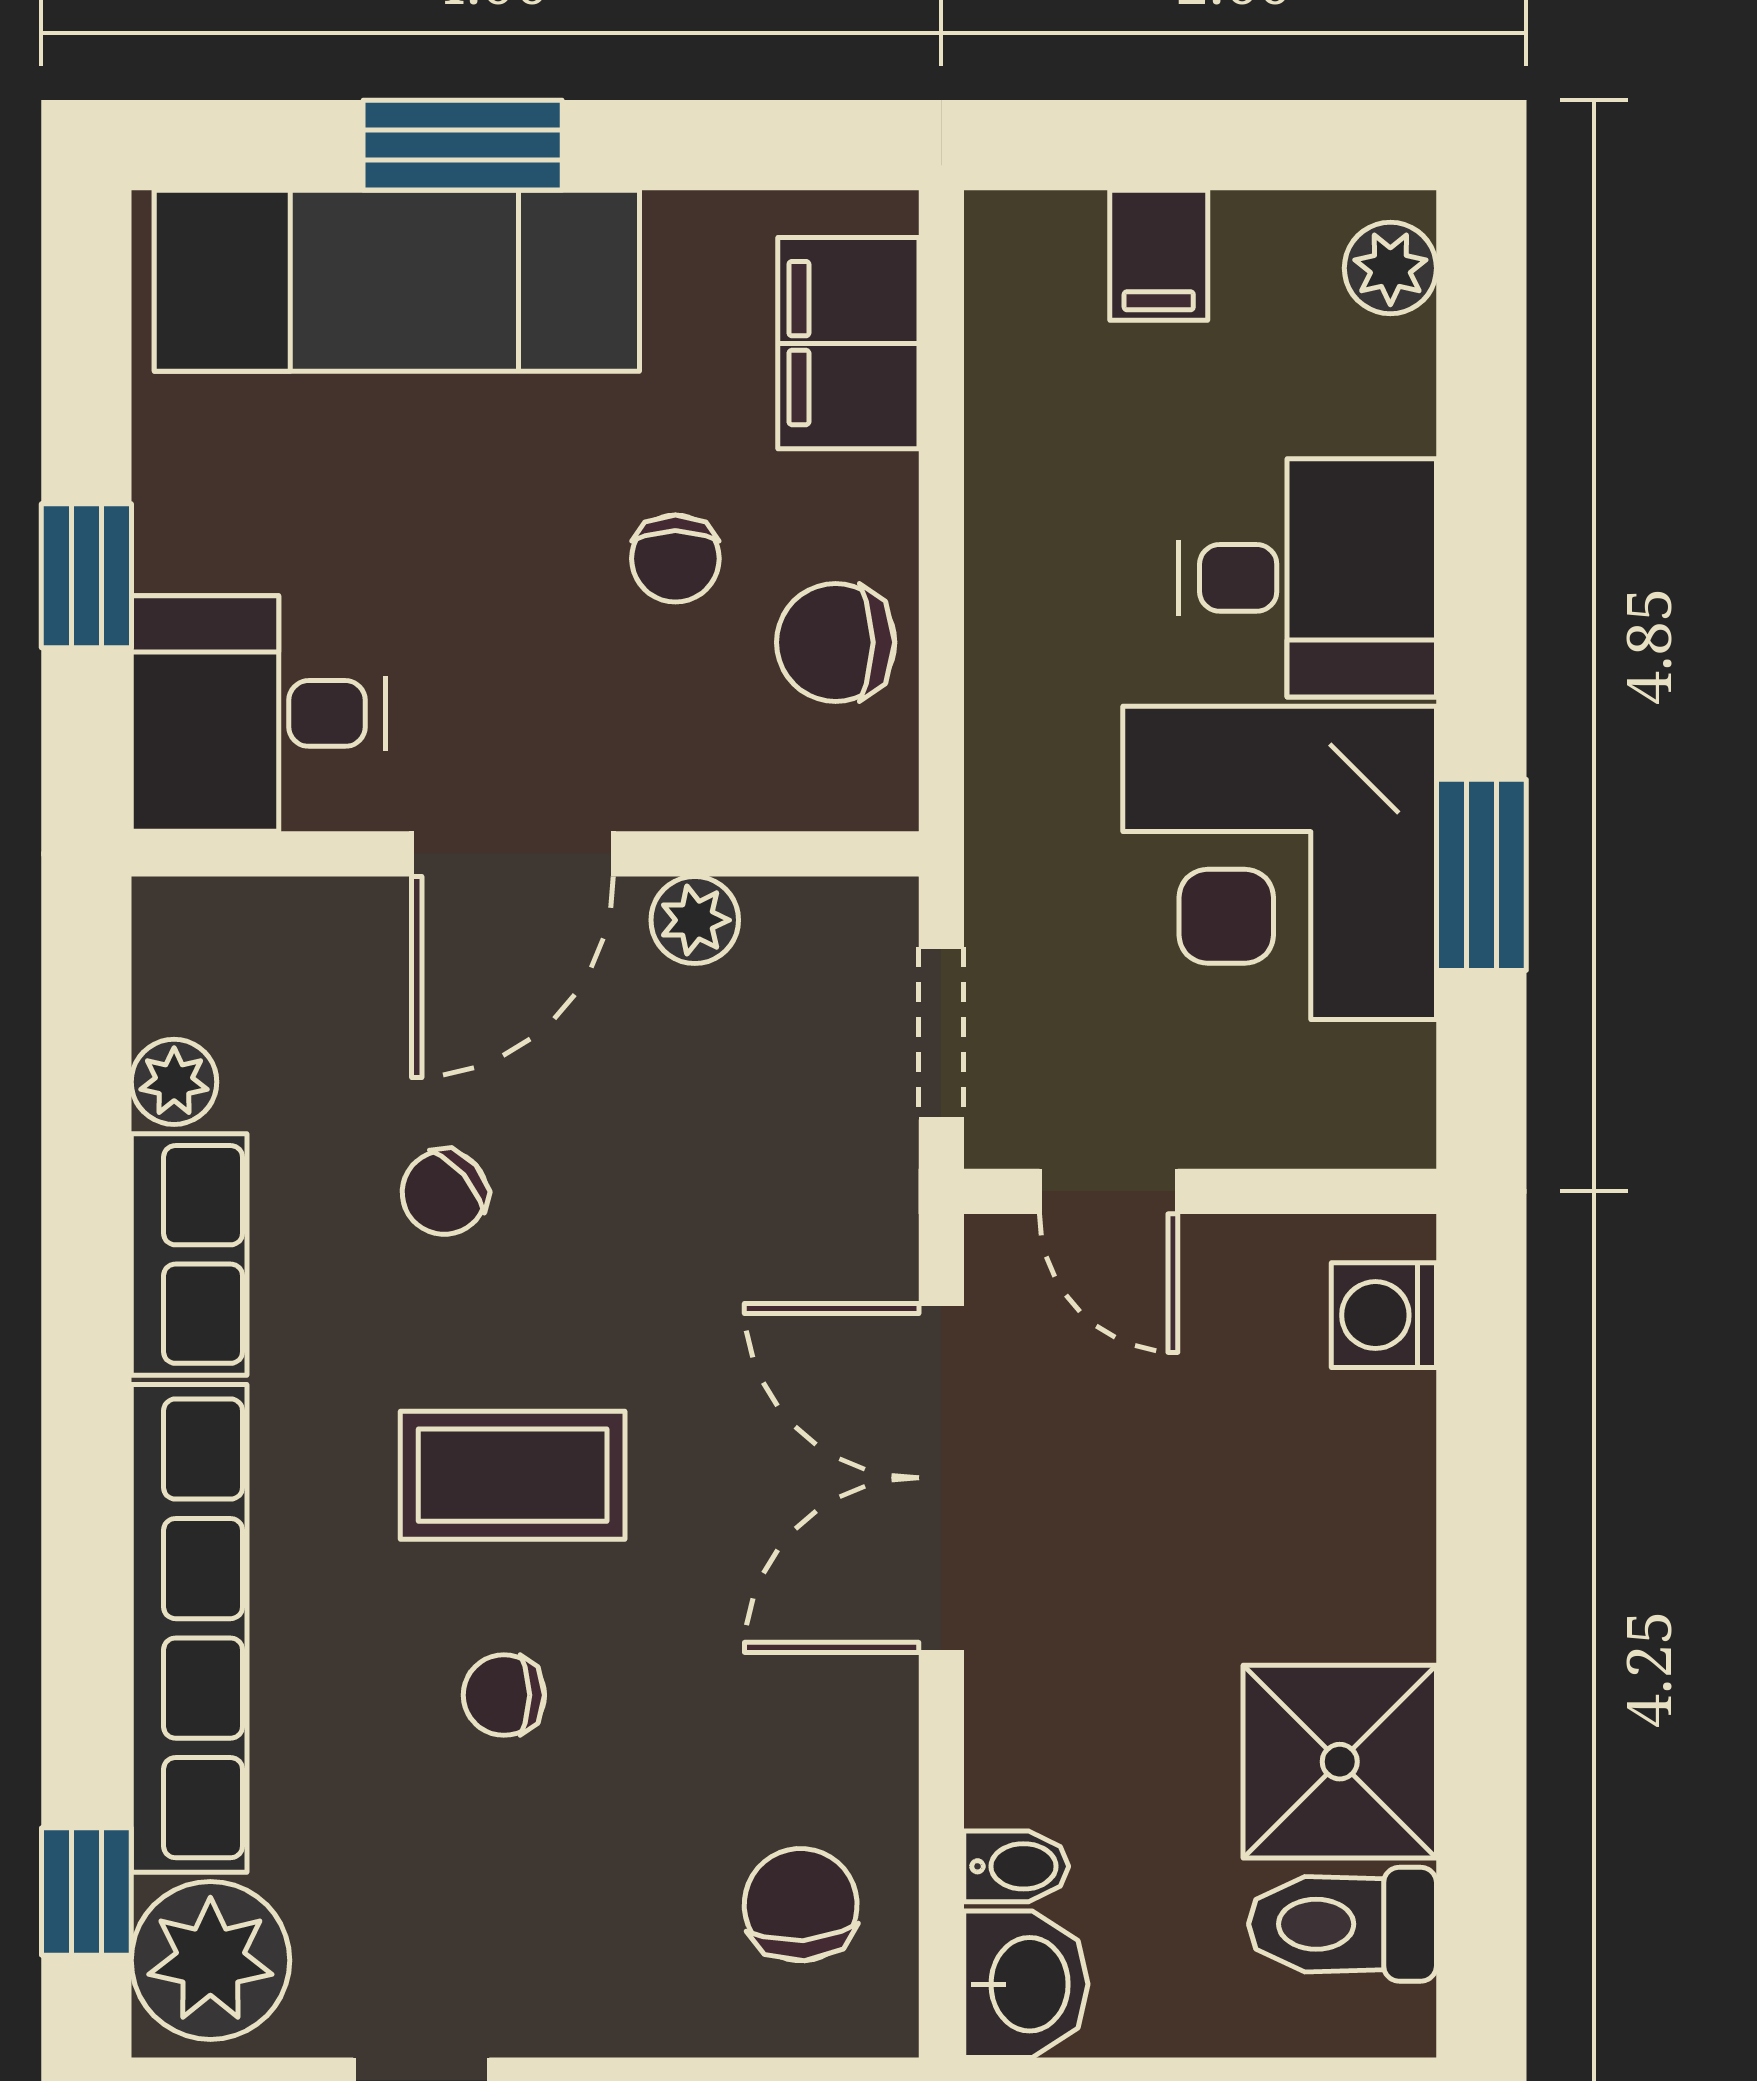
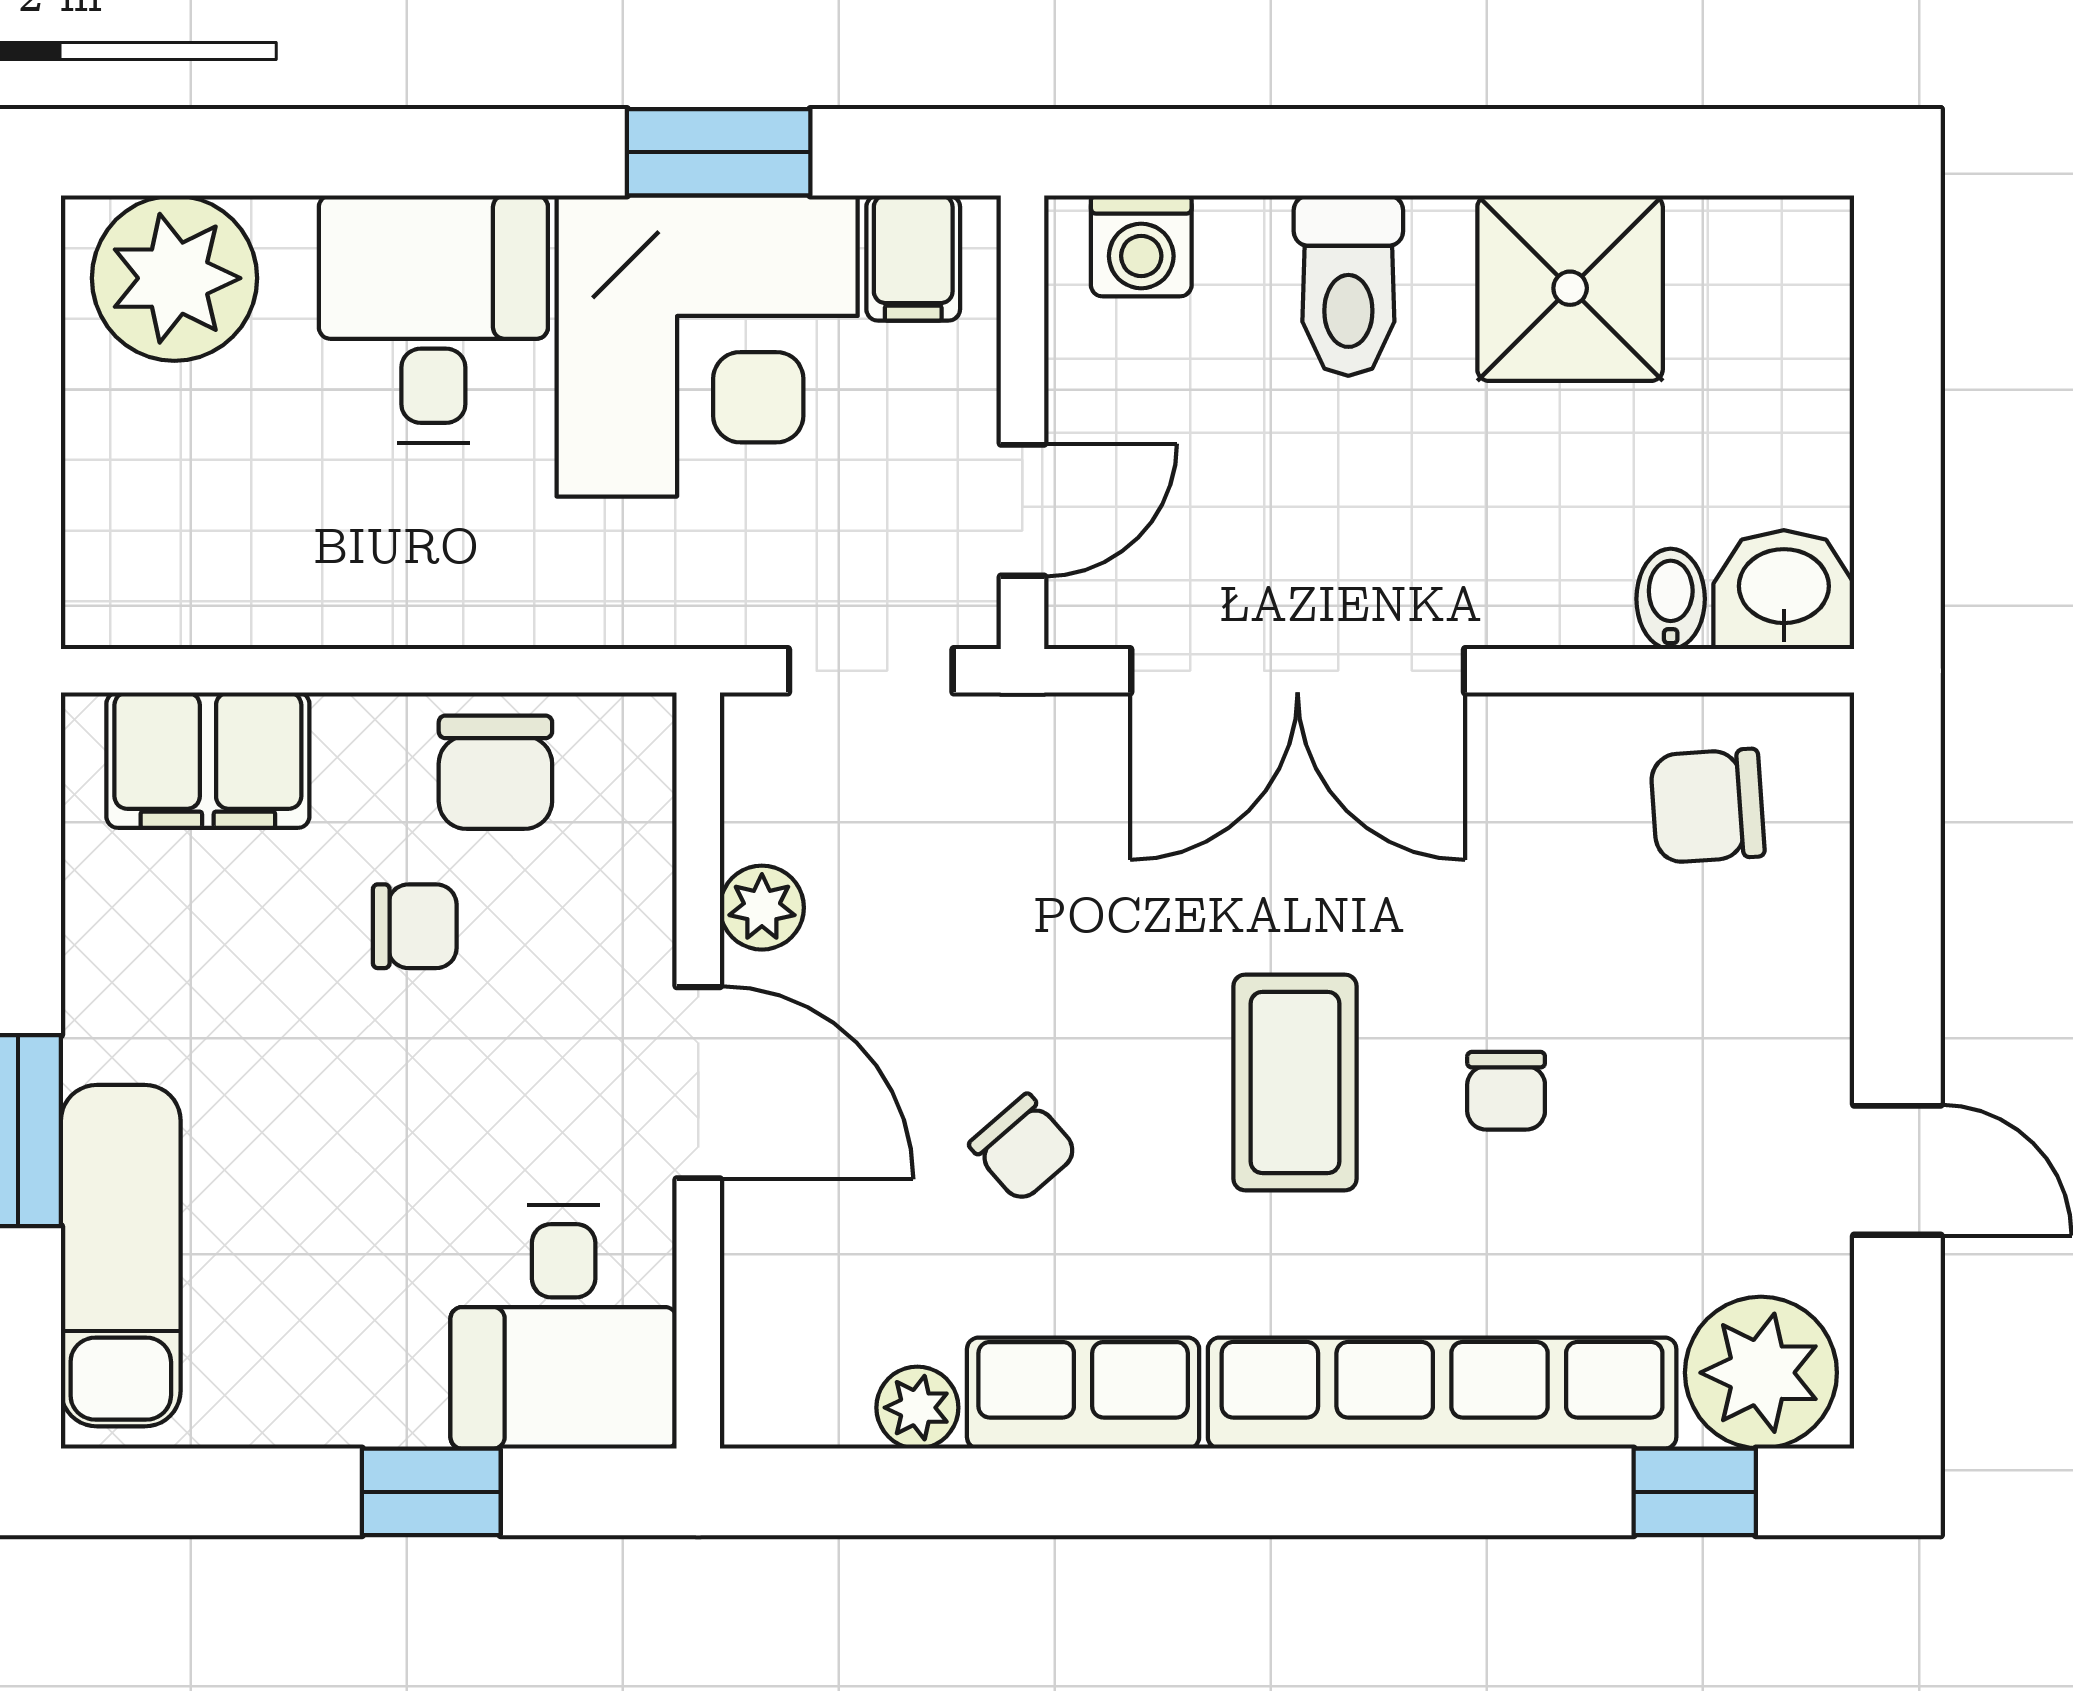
filing cabinet: (1159, 255) -> (913, 258), moved, turned 90
plant: (1390, 268) -> (174, 278), width x1.88, depth x1.88
exam couch: (397, 281) -> (121, 1256), width x0.73, depth x0.69
toilet: (1342, 1924) -> (1348, 286), moved

